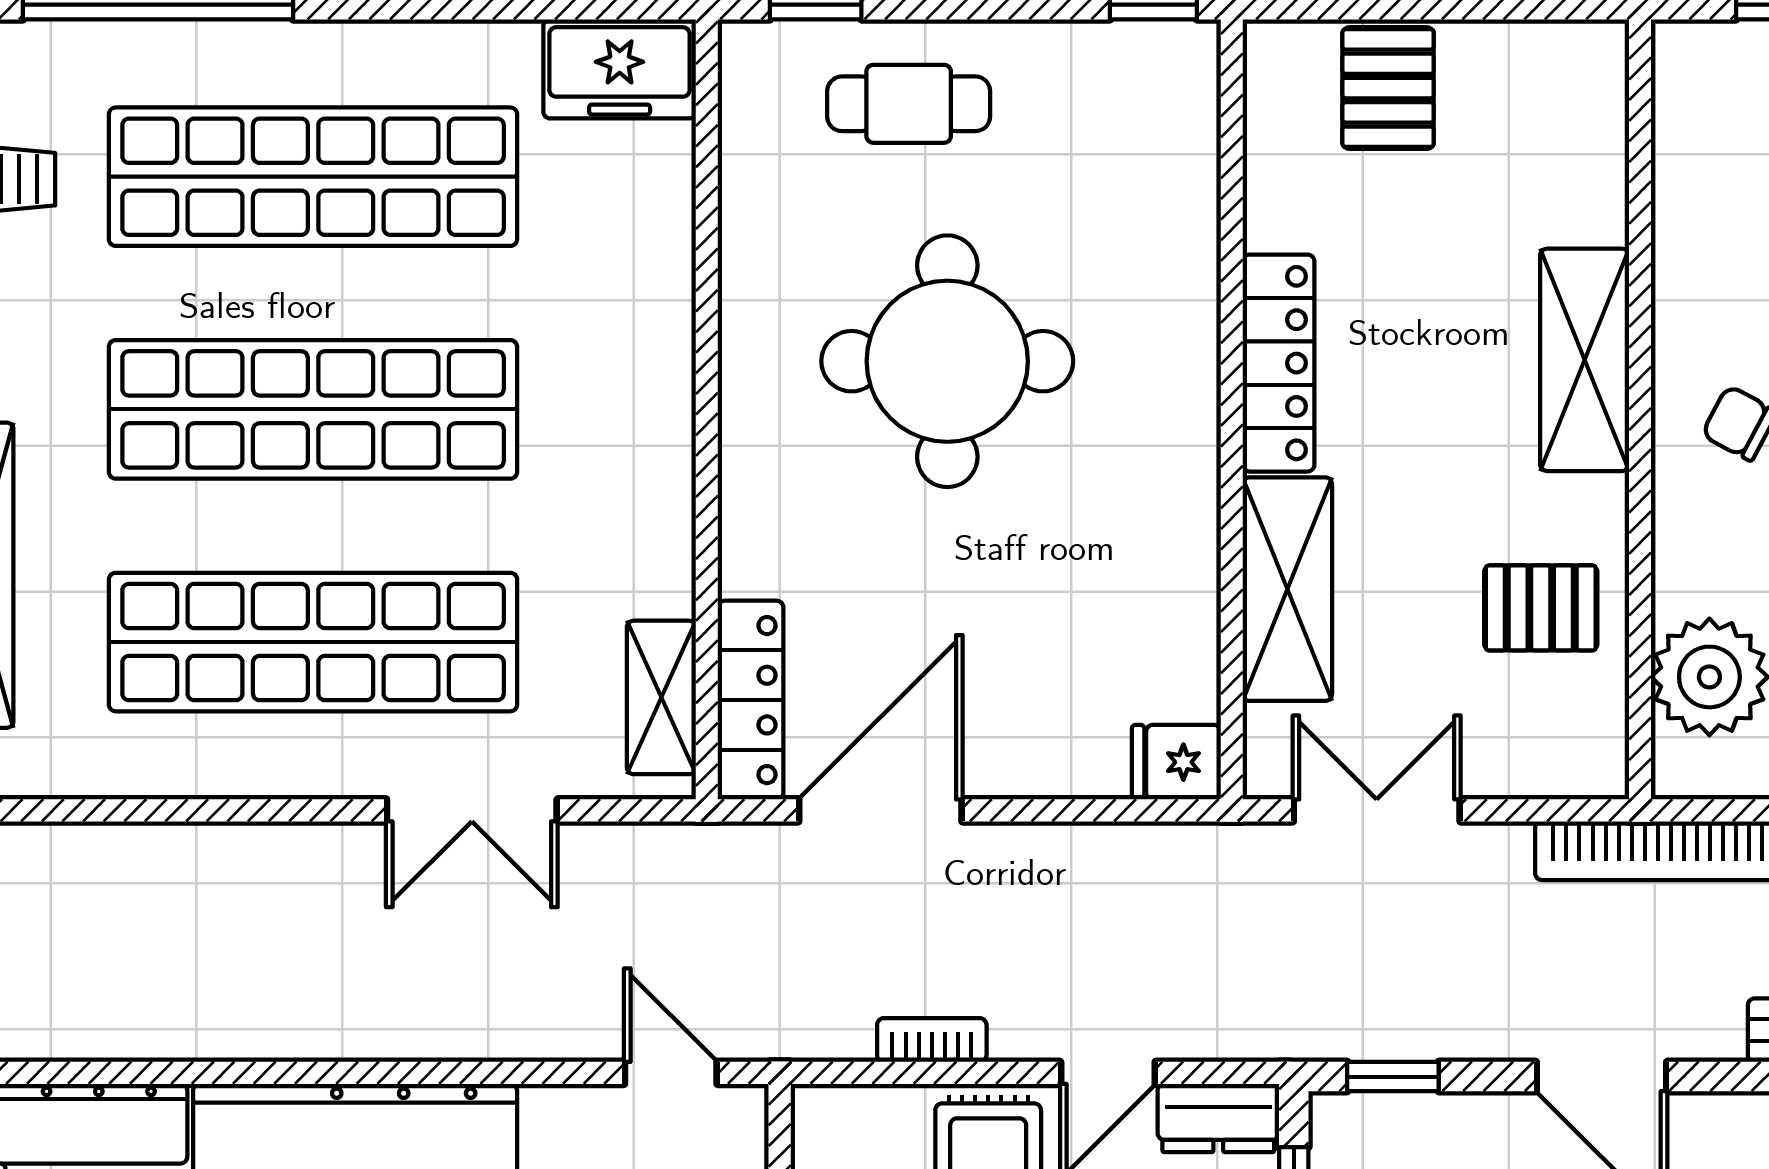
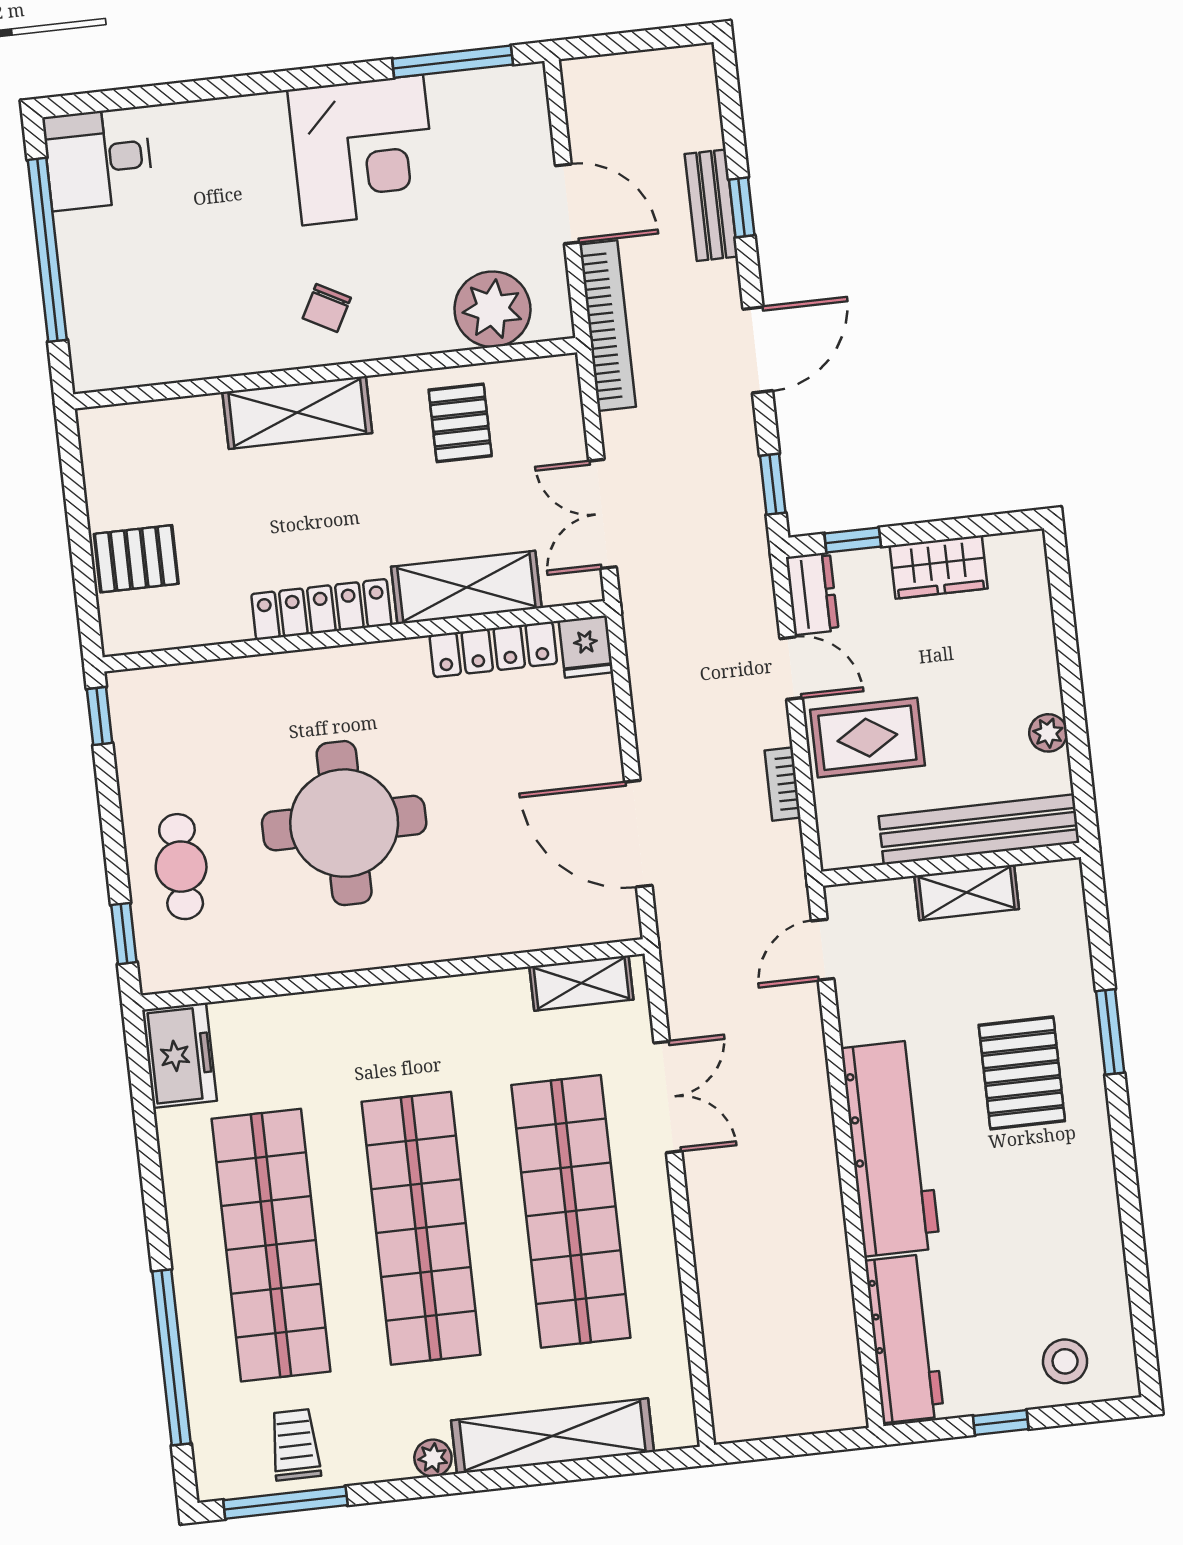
locker: (751, 700) -> (493, 649), moved, turned 180

